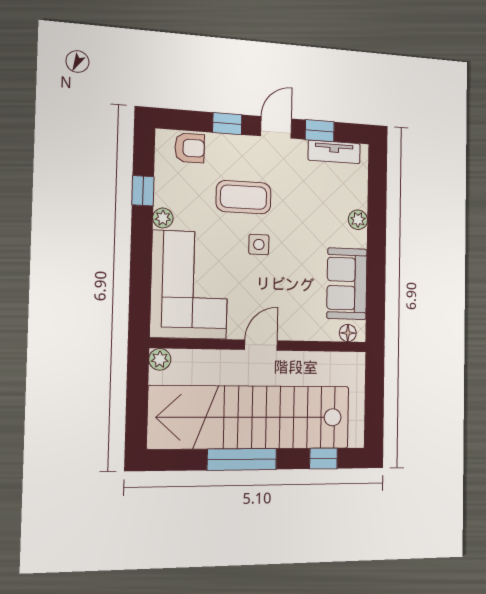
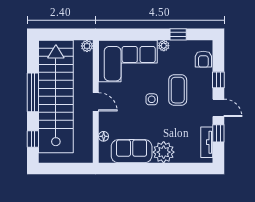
plant: (358, 220) -> (164, 152), width x1.88, depth x1.88
floor lamp: (348, 333) -> (104, 136), moved

